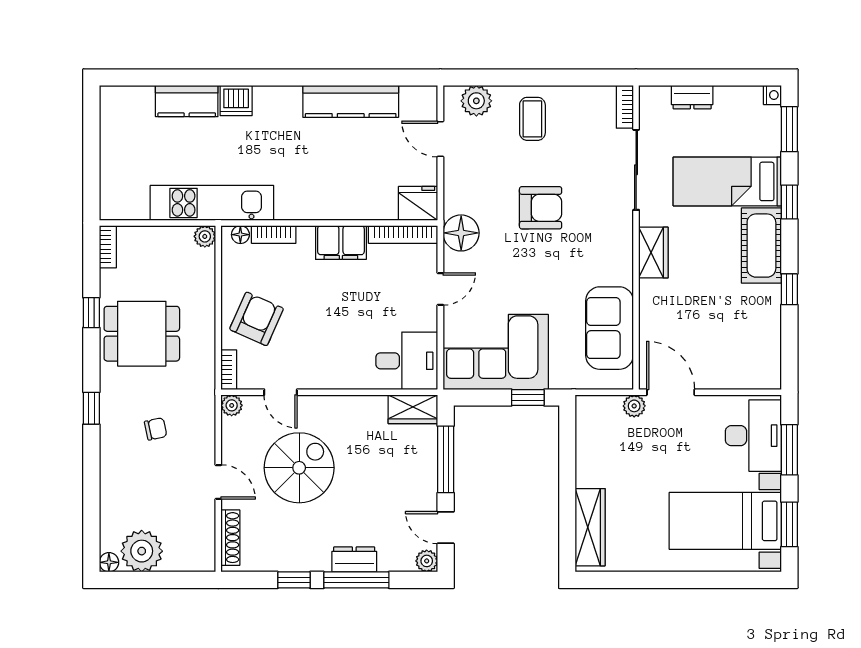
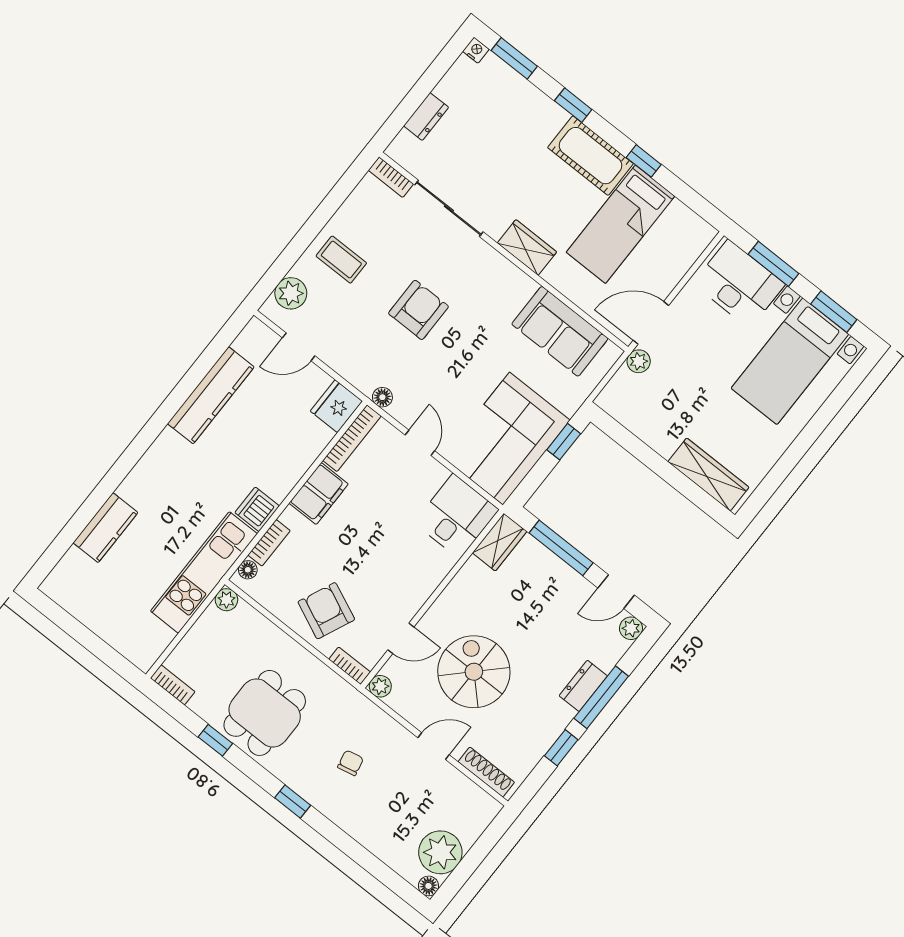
dishwasher: (236, 101) -> (257, 509), moved, turned 180
bed: (727, 181) -> (620, 224), moved
floor lamp: (461, 233) -> (382, 397), width x0.53, depth x0.53

